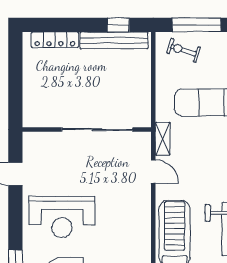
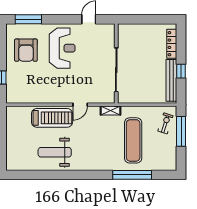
window: (118, 25) -> (181, 71), moved
door: (153, 171) -> (80, 105), moved
reception desk: (62, 217) -> (62, 48), turned 180

